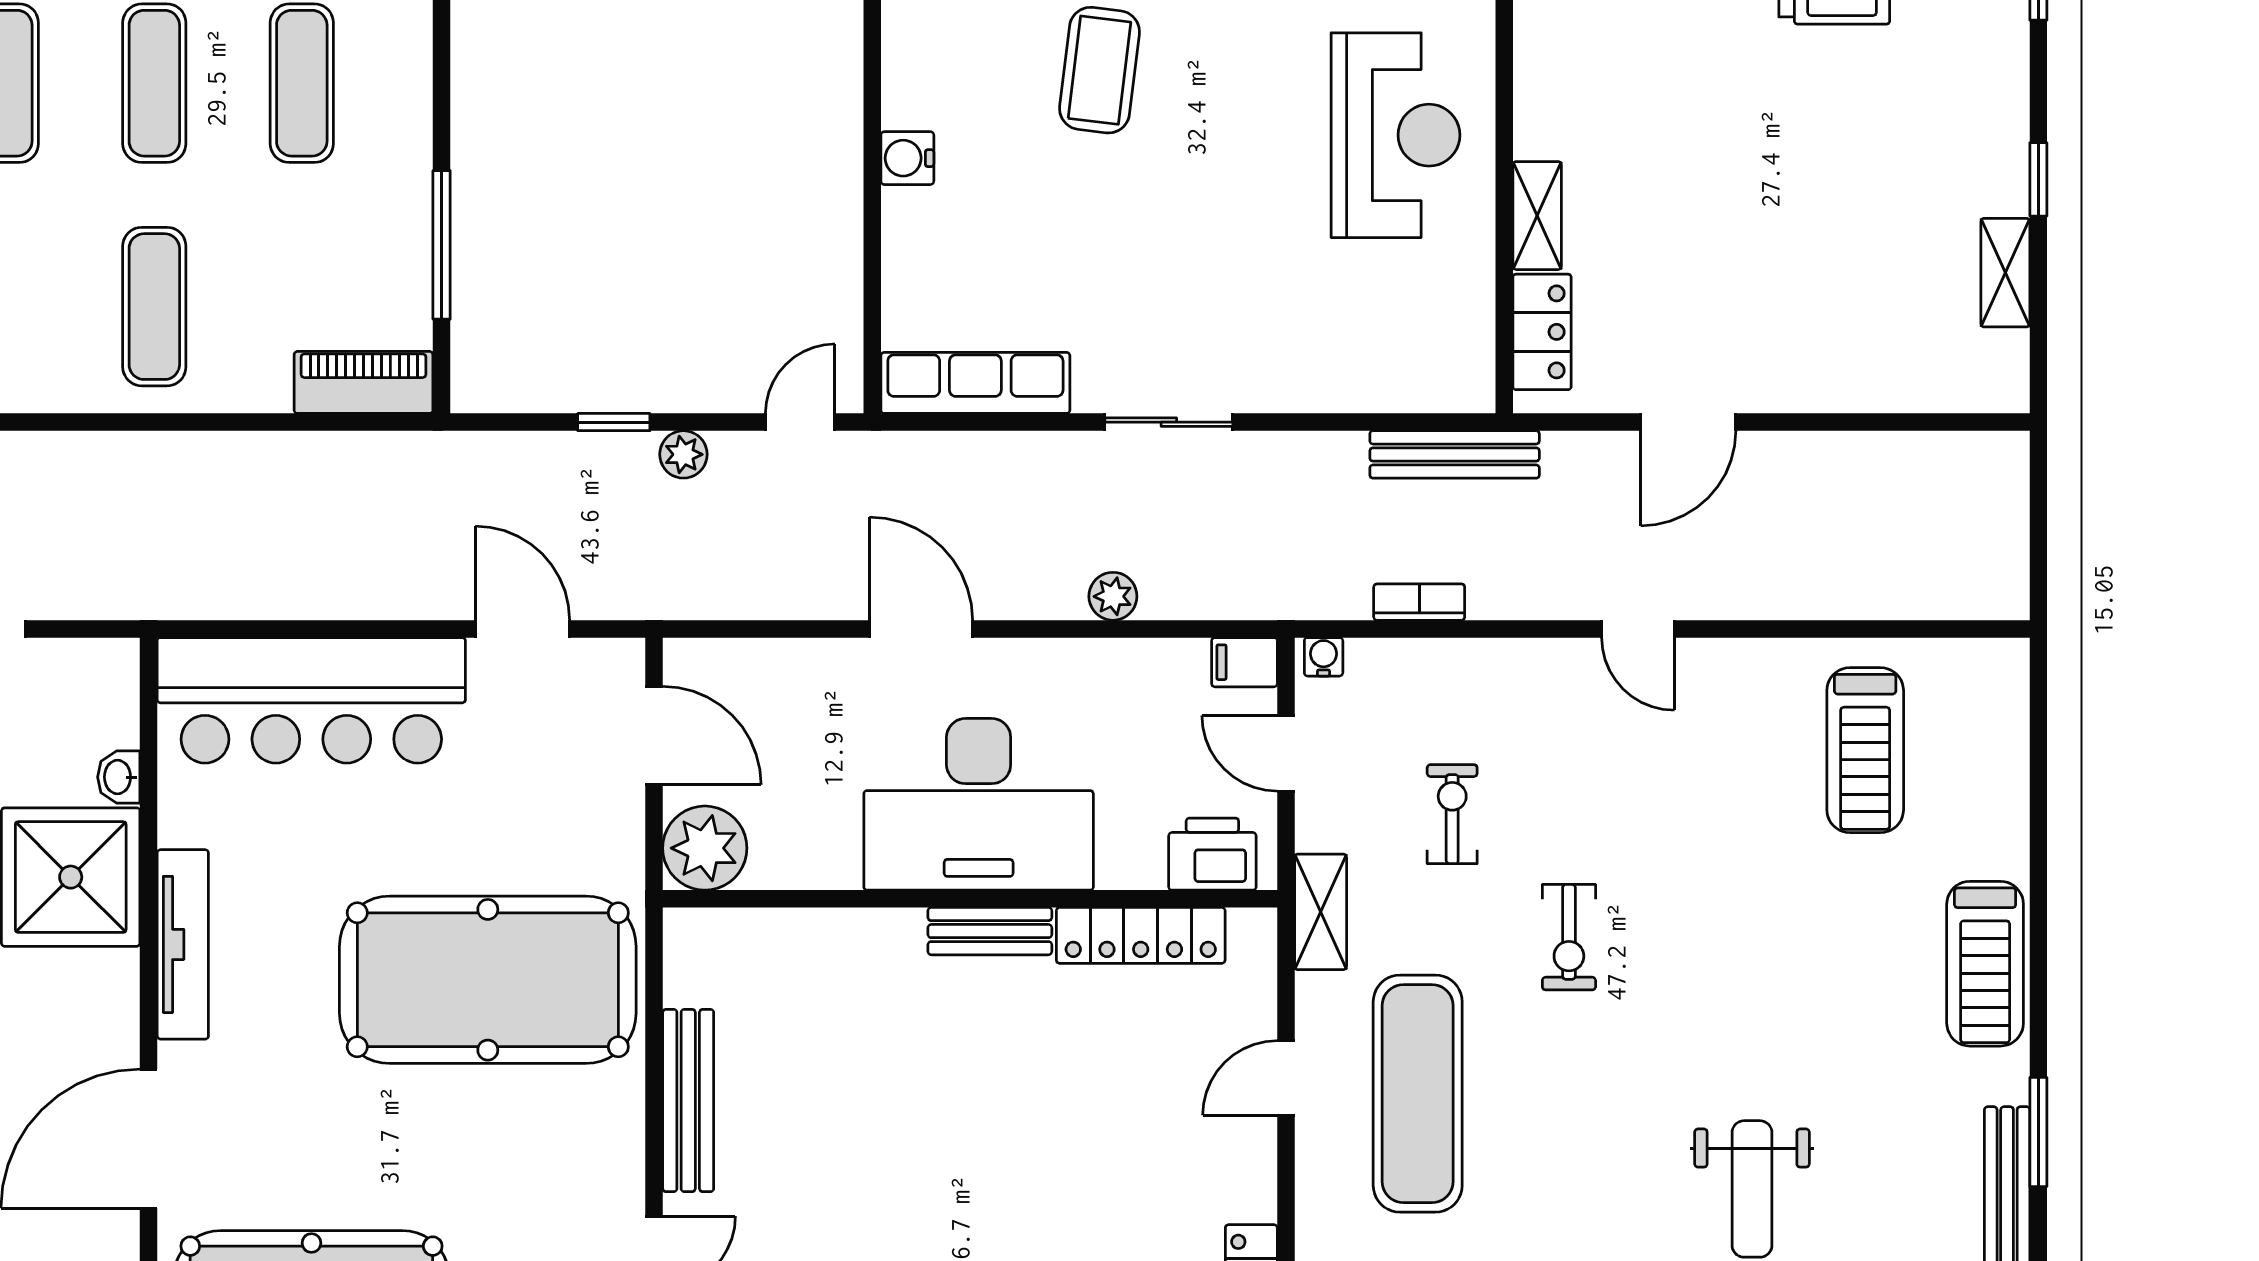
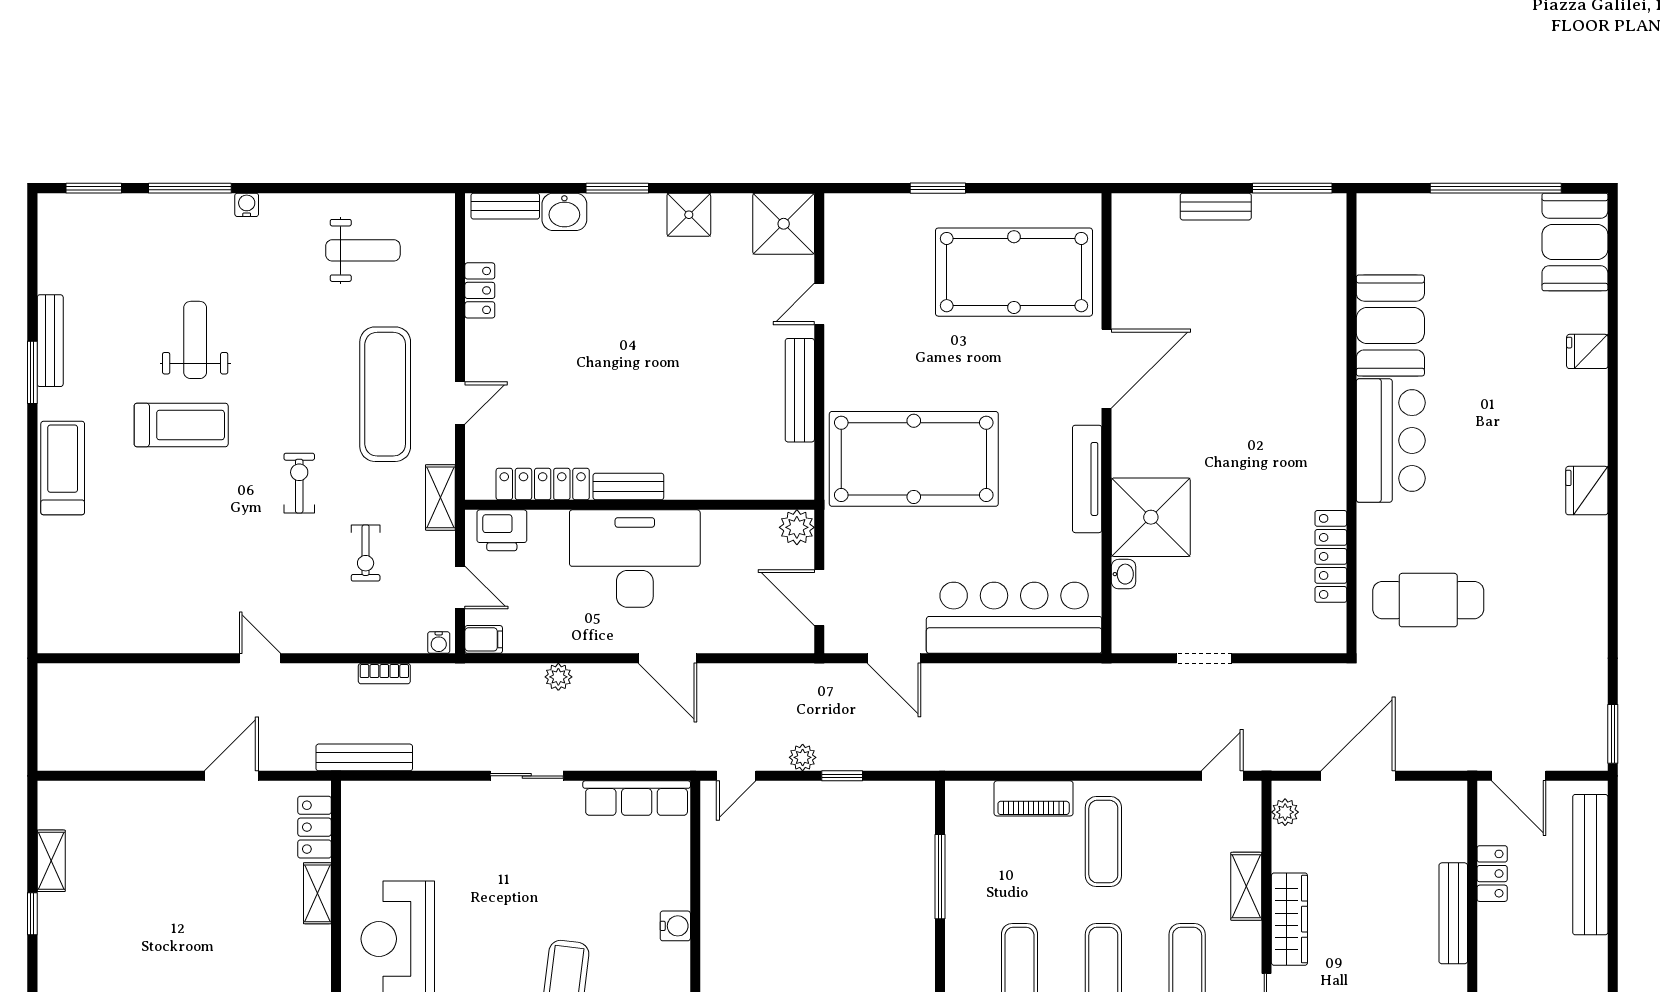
piano: (364, 382) -> (1034, 798), moved
treadmill: (1865, 750) -> (181, 425), moved, turned 90
plant: (705, 848) -> (797, 527), width x0.73, depth x0.73

